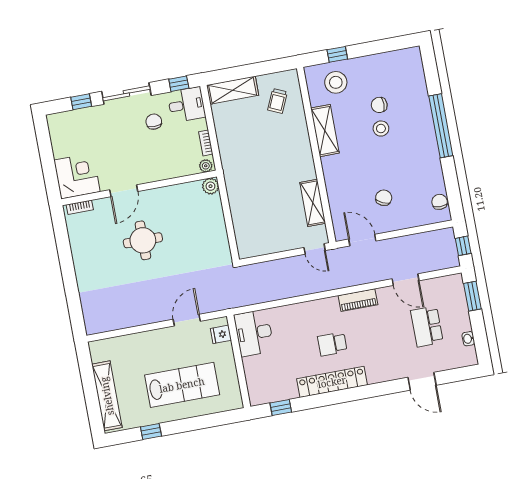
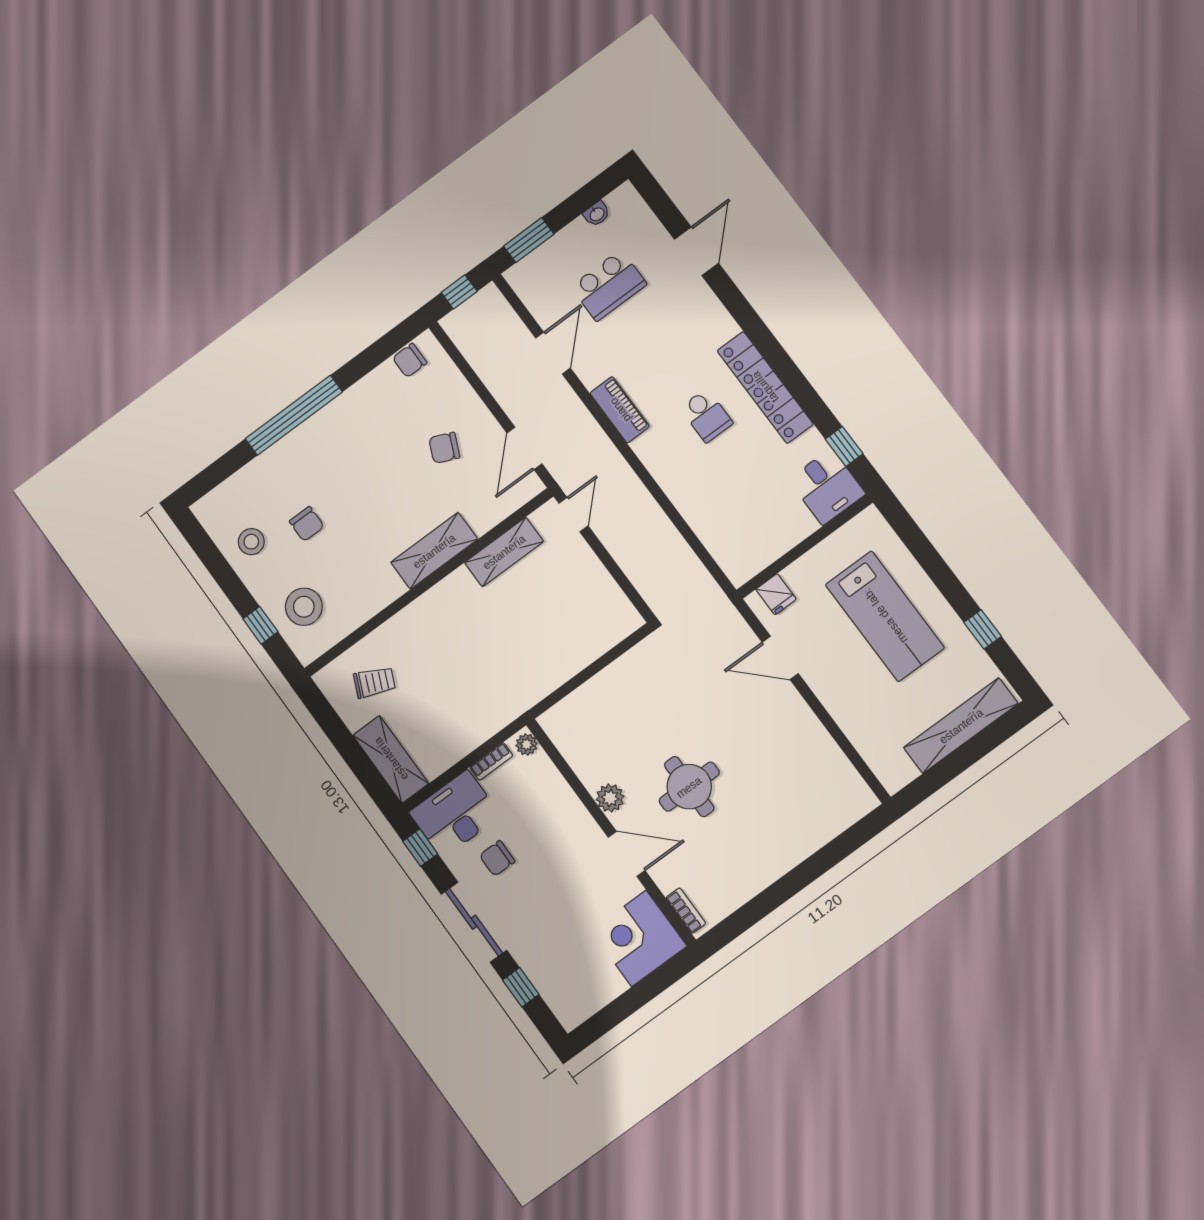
desk: (186, 105) -> (455, 814), width x1.37
stool: (381, 129) -> (251, 542), moved
shelving: (325, 131) -> (434, 551), moved
plant: (210, 186) -> (610, 798), moved
desk: (254, 333) -> (827, 487), moved, width x0.73
lab bench: (182, 385) -> (885, 616), turned 180

